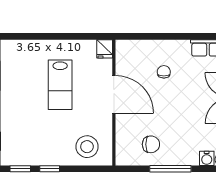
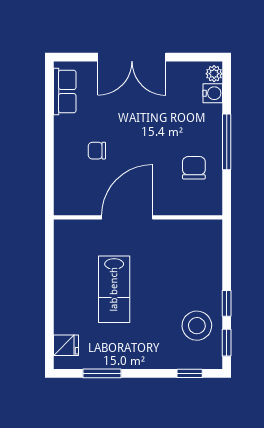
fridge: (105, 49) -> (66, 345), moved
lab bench: (60, 85) -> (114, 289), turned 90
stool: (87, 147) -> (197, 326), moved

